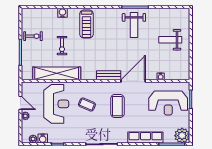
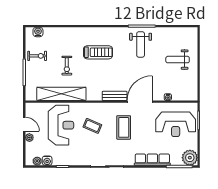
water cooler: (62, 13) -> (38, 32), moved
treadmill: (87, 24) -> (98, 52), moved, turned -90

